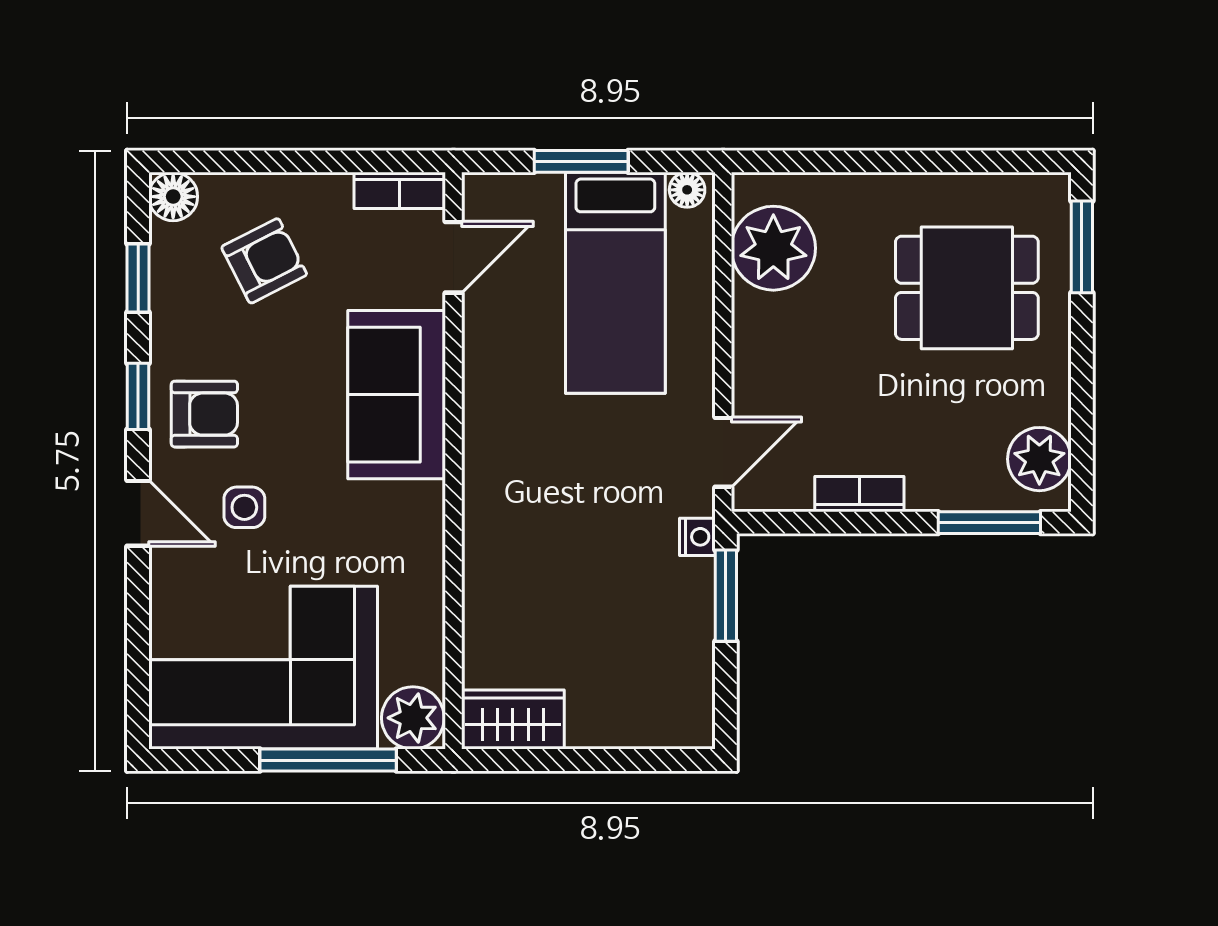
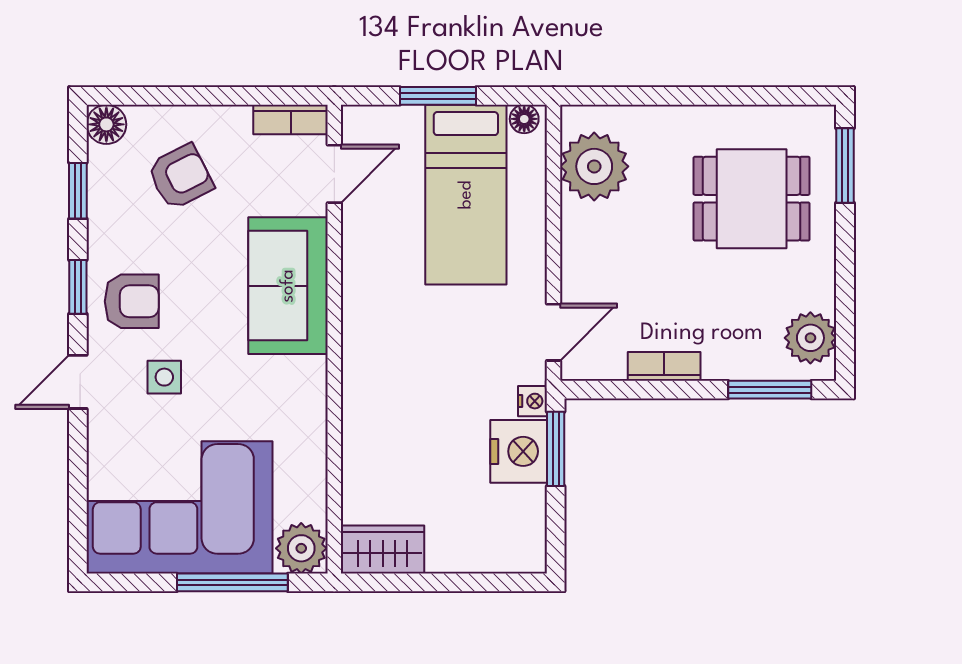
door: (138, 513) -> (78, 382), swing flipped
nightstand: (680, 599) -> (519, 451), added

